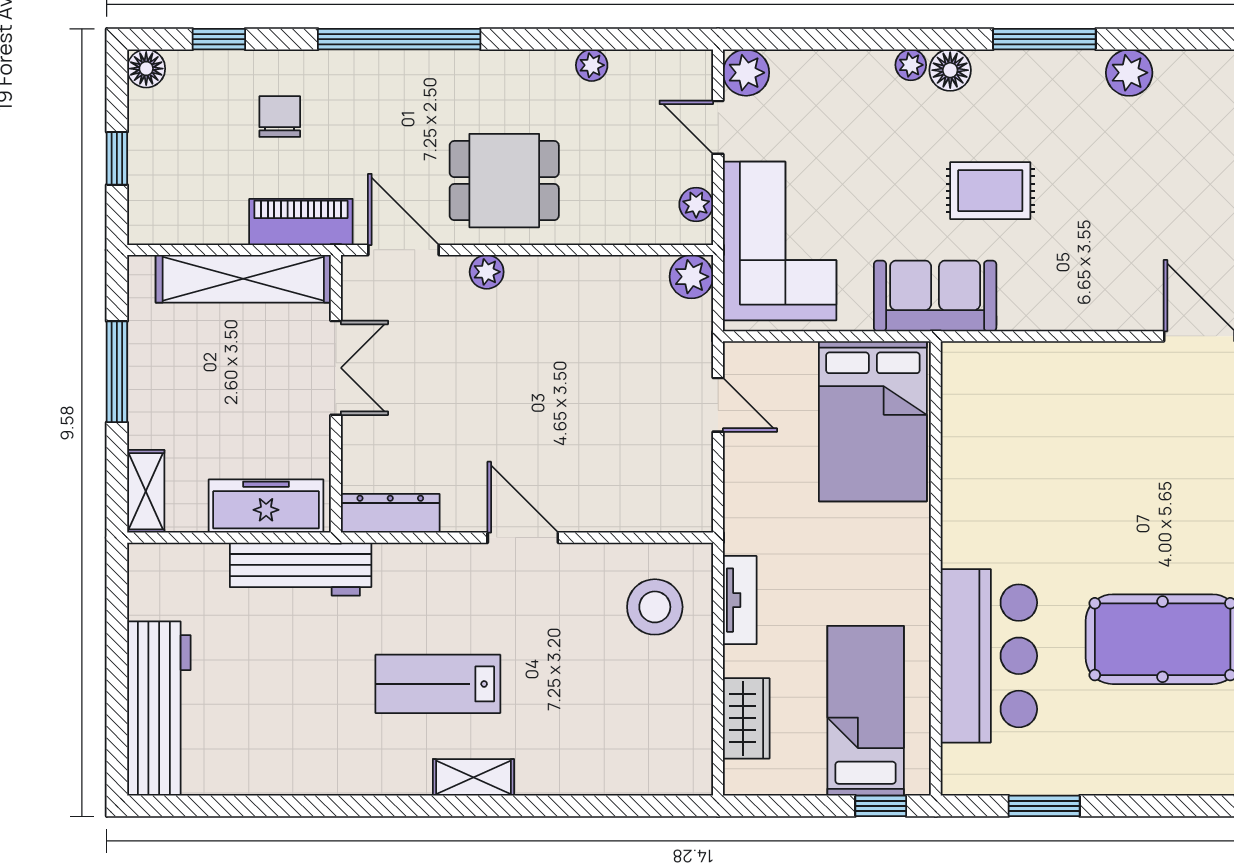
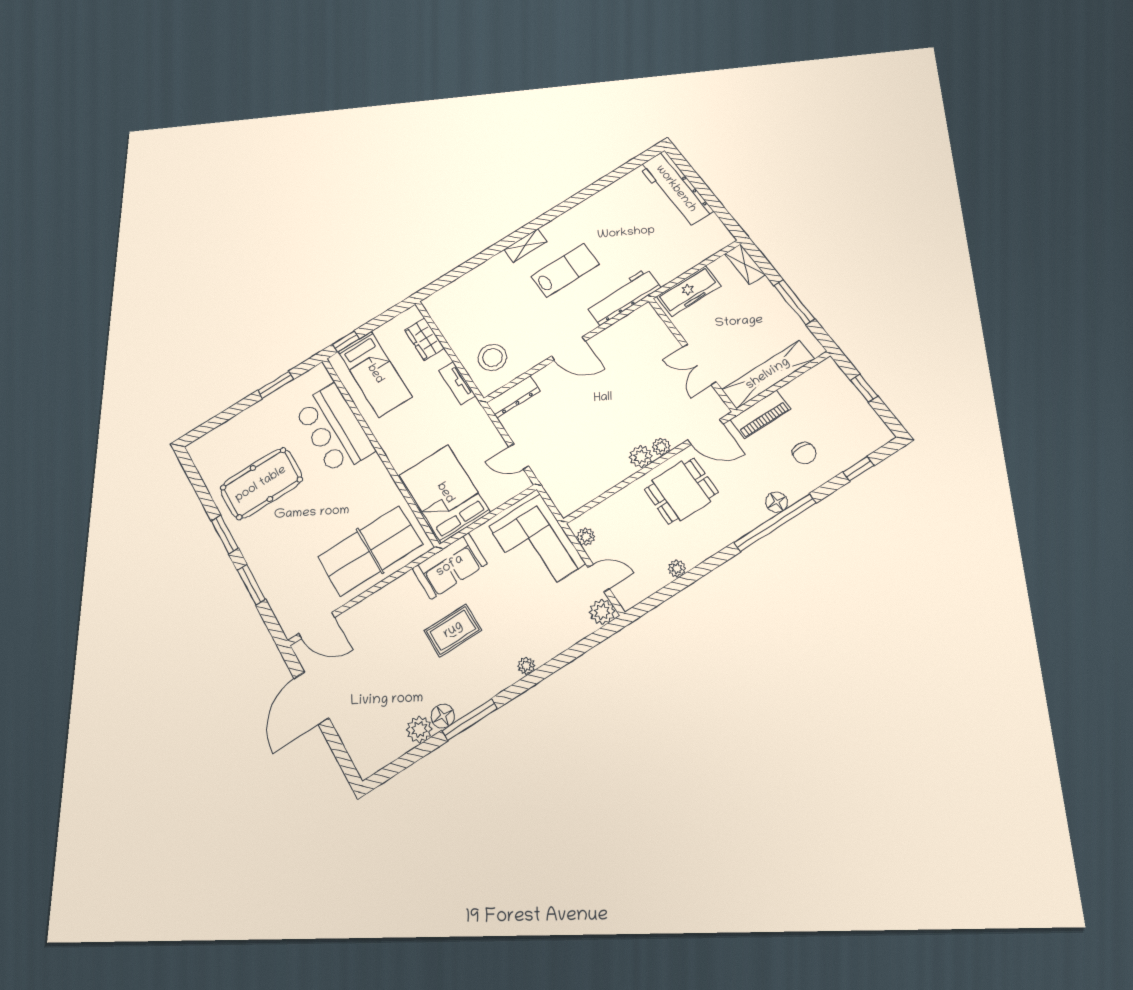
floor lamp: (146, 69) -> (777, 502), moved
floor lamp: (950, 70) -> (443, 716), moved
plant: (691, 277) -> (641, 457), moved
table tennis table: (1047, 404) -> (370, 551), added
dresser: (390, 513) -> (513, 397), moved
workbench: (301, 569) -> (623, 297), moved

